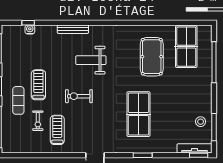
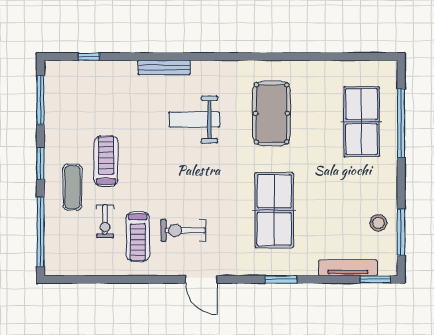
water cooler: (30, 30) -> (92, 68), removed
table tennis table: (186, 47) -> (362, 122), moved
pool table: (152, 57) -> (272, 113), moved
exercise bike: (79, 96) -> (183, 230), moved
treadmill: (57, 130) -> (138, 237), turned 180
tv unit: (194, 148) -> (348, 268), moved

